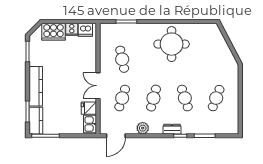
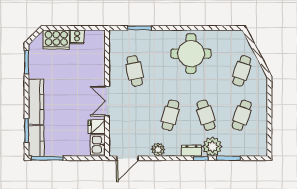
dishwasher: (85, 30) -> (93, 37), removed
cafe table: (122, 98) -> (242, 71), moved
plant: (190, 126) -> (212, 147), added

